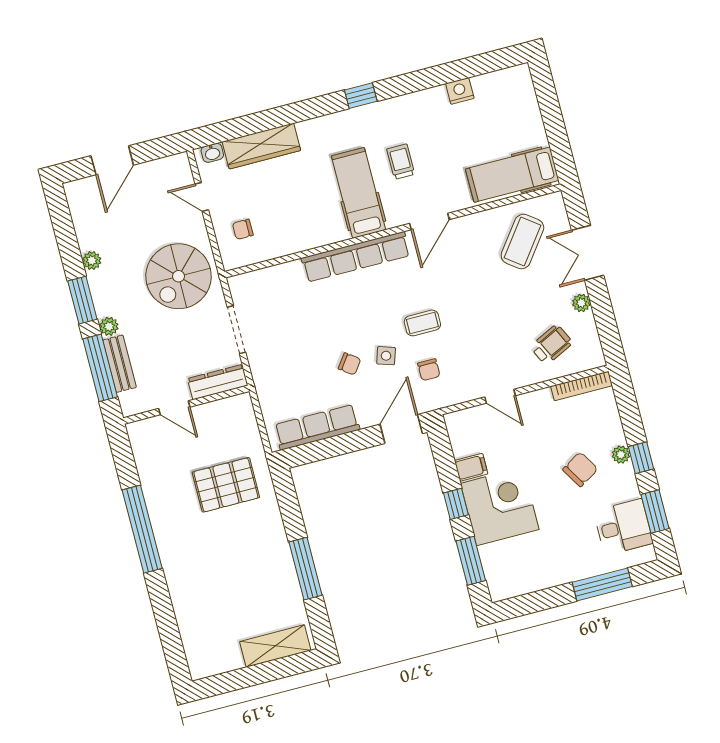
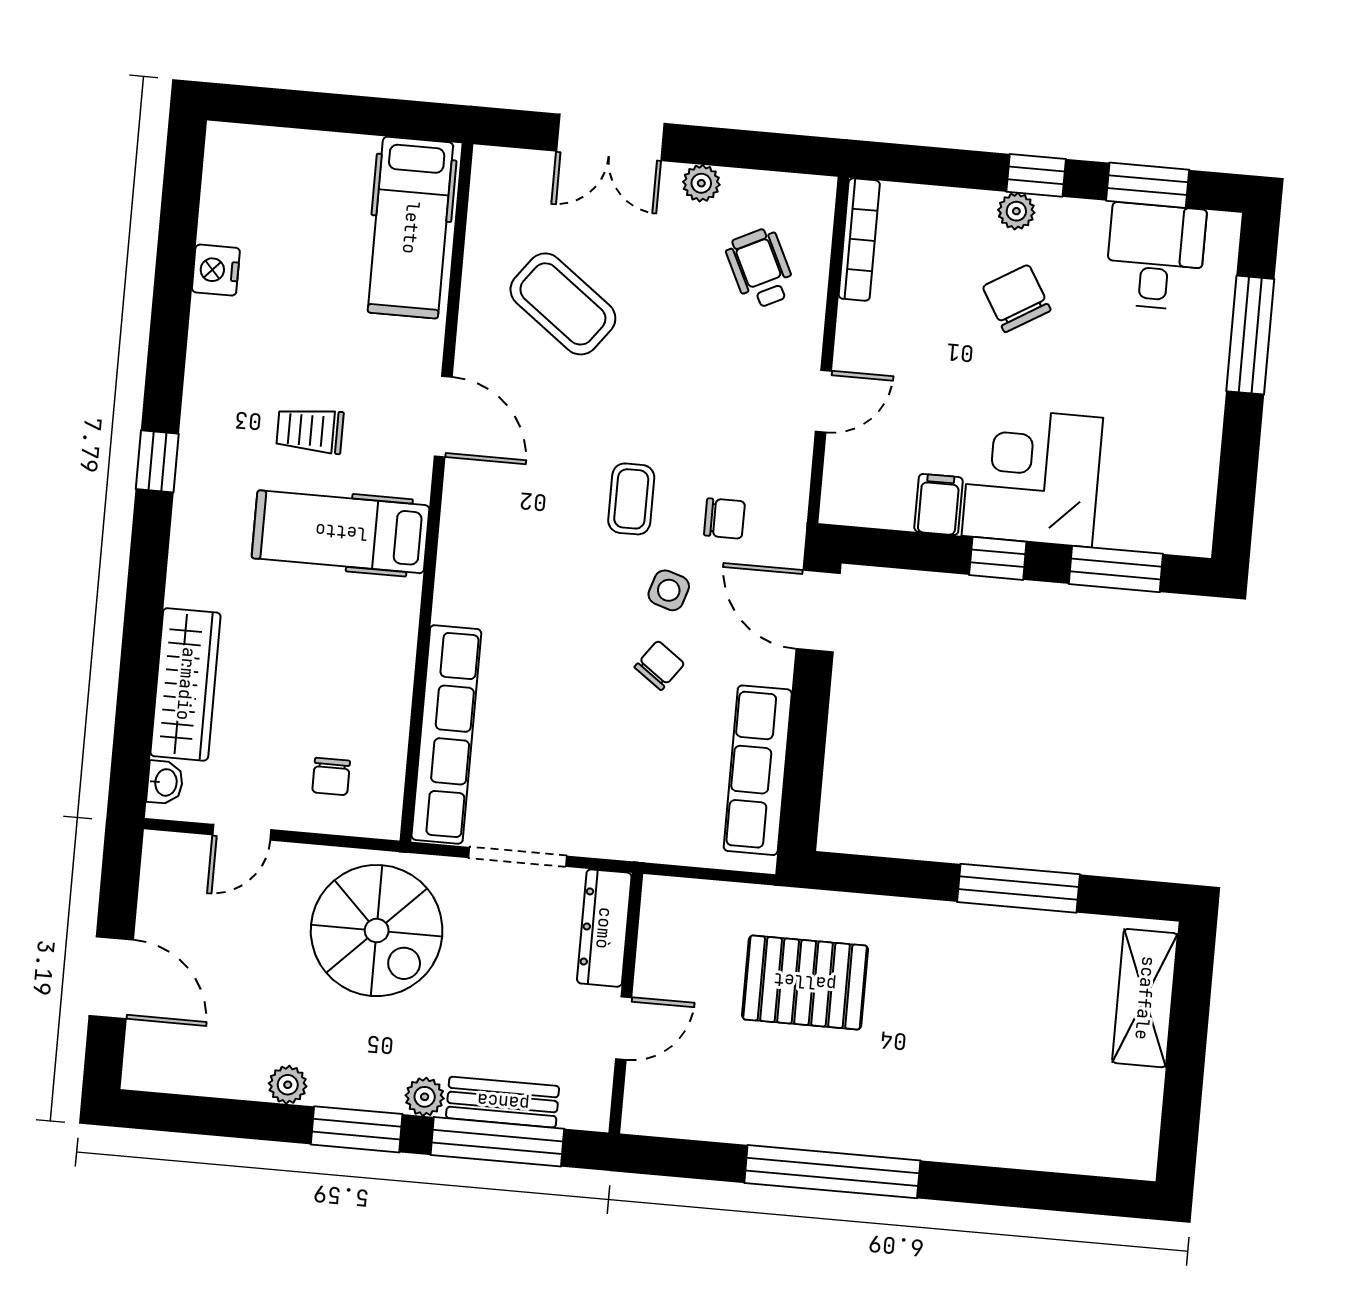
coffee table: (522, 241) -> (563, 304), moved
row of seats: (356, 257) -> (446, 734), moved
pallet: (226, 485) -> (805, 982), turned 90

